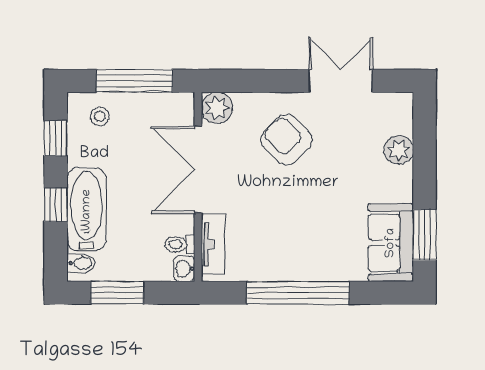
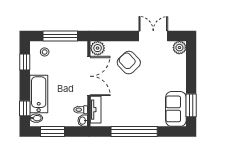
plant: (399, 150) -> (179, 48), moved
double door: (198, 170) -> (89, 76), swing flipped
window: (56, 205) -> (25, 108), moved

